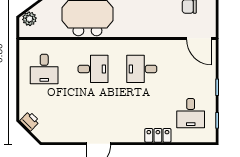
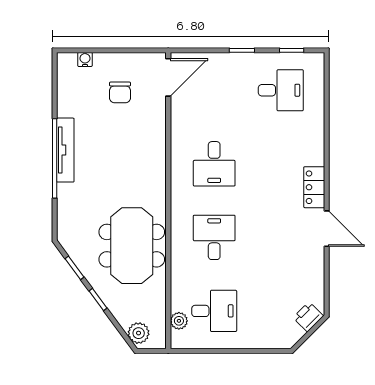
plant: (38, 46) -> (179, 321), added
printer: (30, 121) -> (308, 317), moved
locker: (158, 135) -> (314, 187), moved

